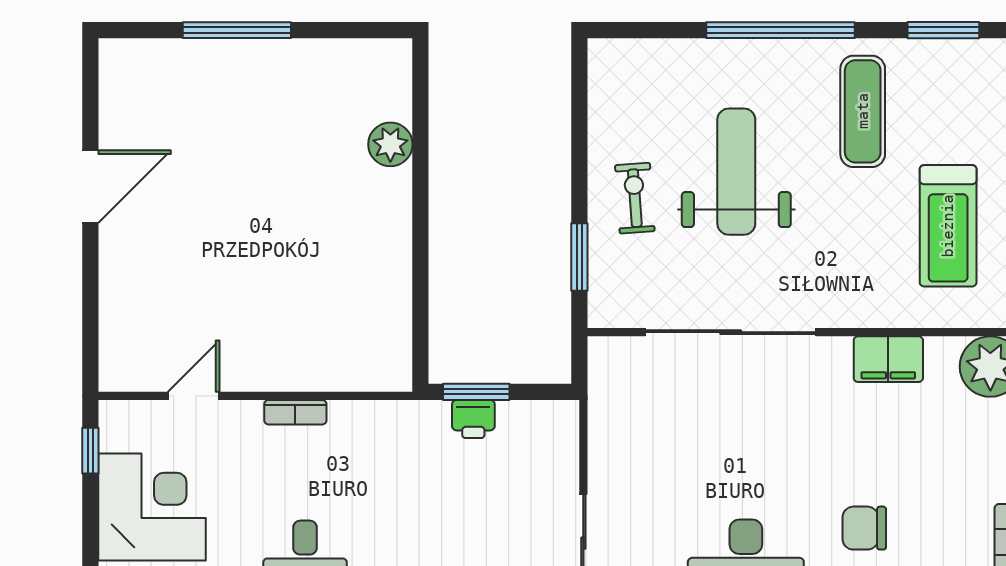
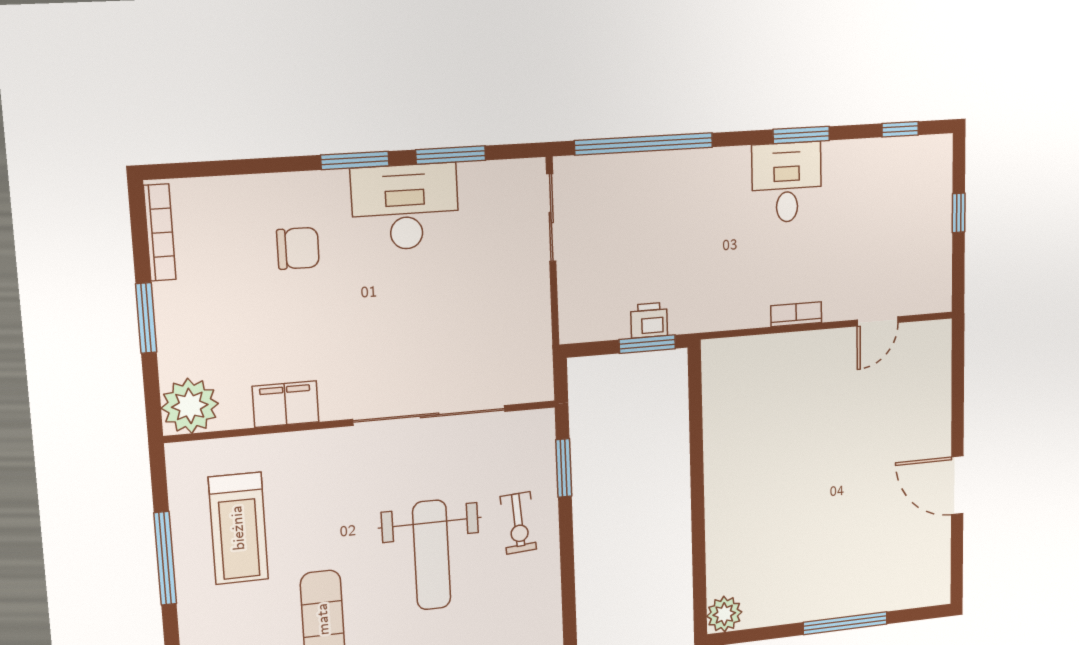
plant: (390, 144) -> (724, 614), moved
door: (90, 187) -> (957, 485), hinge flipped
treadmill: (948, 226) -> (238, 528), turned 180
window: (90, 451) -> (959, 213), moved
corner desk: (152, 507) -> (910, 225), removed

